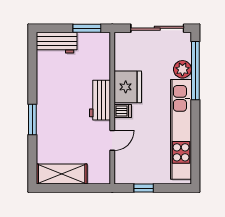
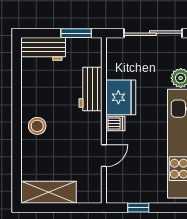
workbench: (100, 100) -> (90, 89), moved
stool: (51, 113) -> (37, 126), added
window: (32, 119) -> (17, 133), removed

